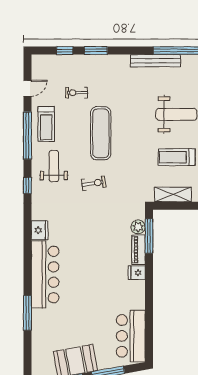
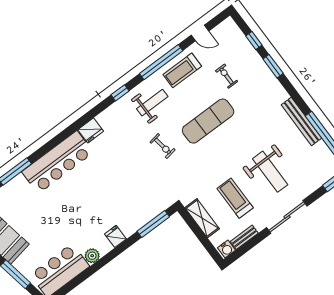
plant: (138, 227) -> (92, 256), moved
piano: (138, 250) -> (135, 224), removed

